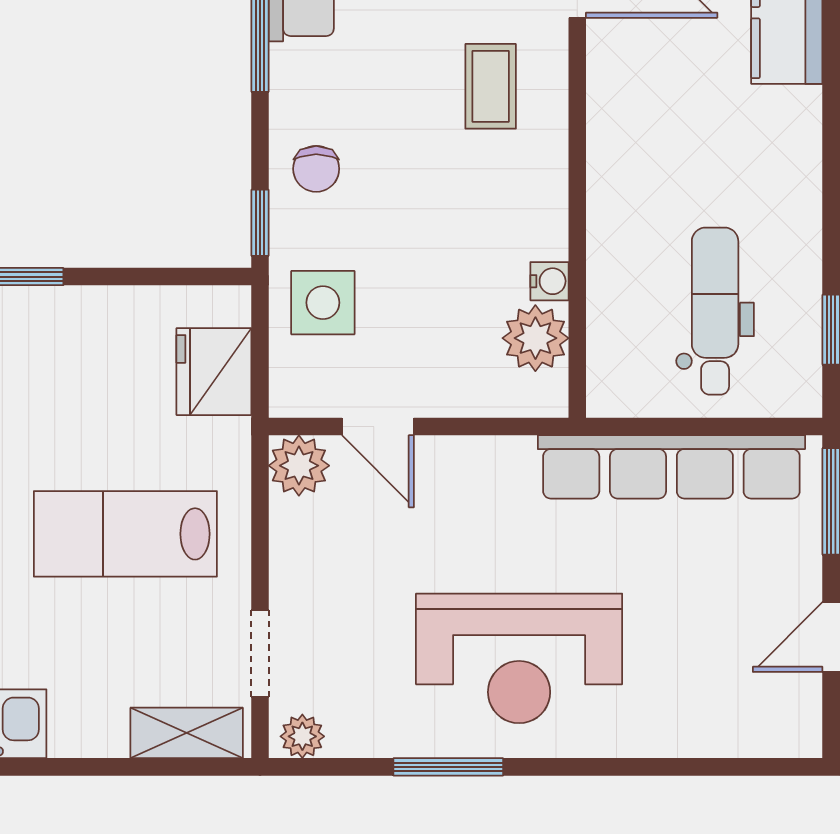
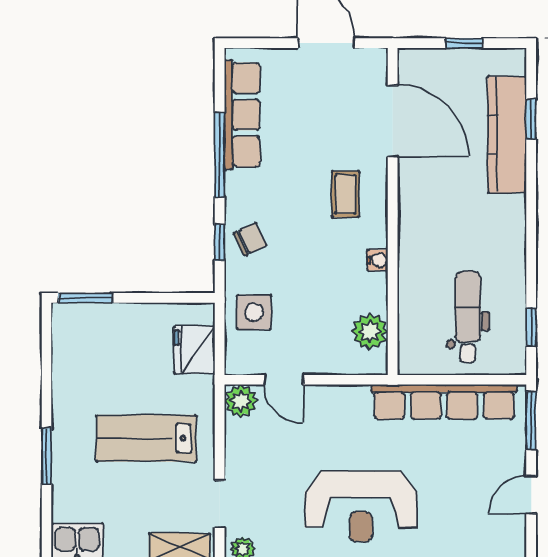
chair: (316, 169) -> (250, 239), turned -115
window: (260, 223) -> (220, 242), moved
water cooler: (549, 281) -> (378, 260), moved

